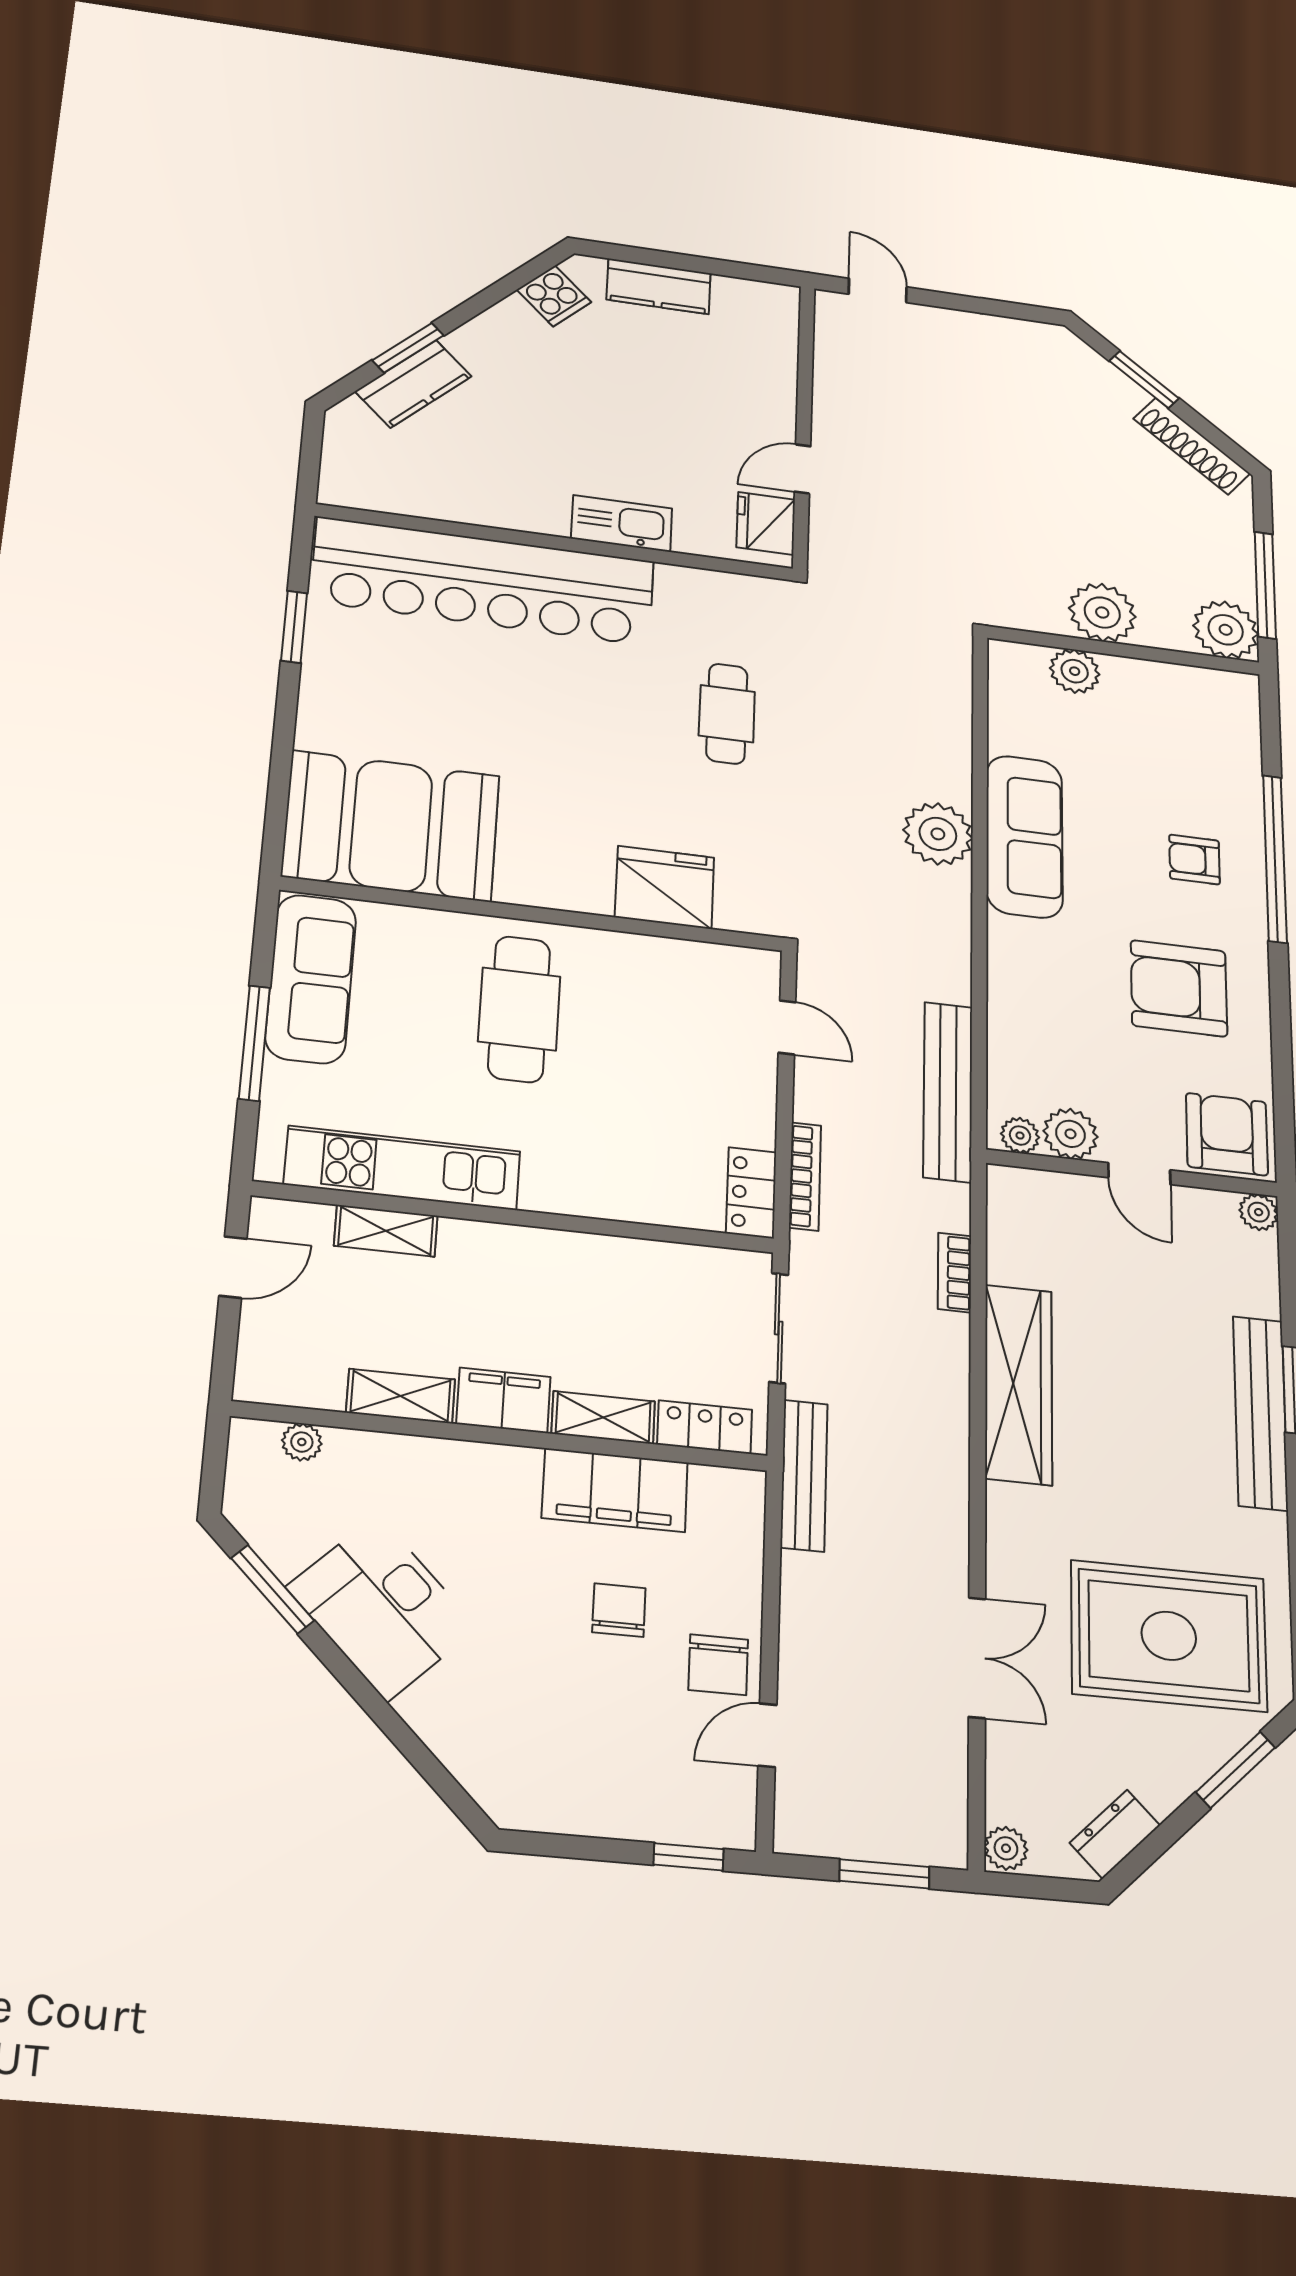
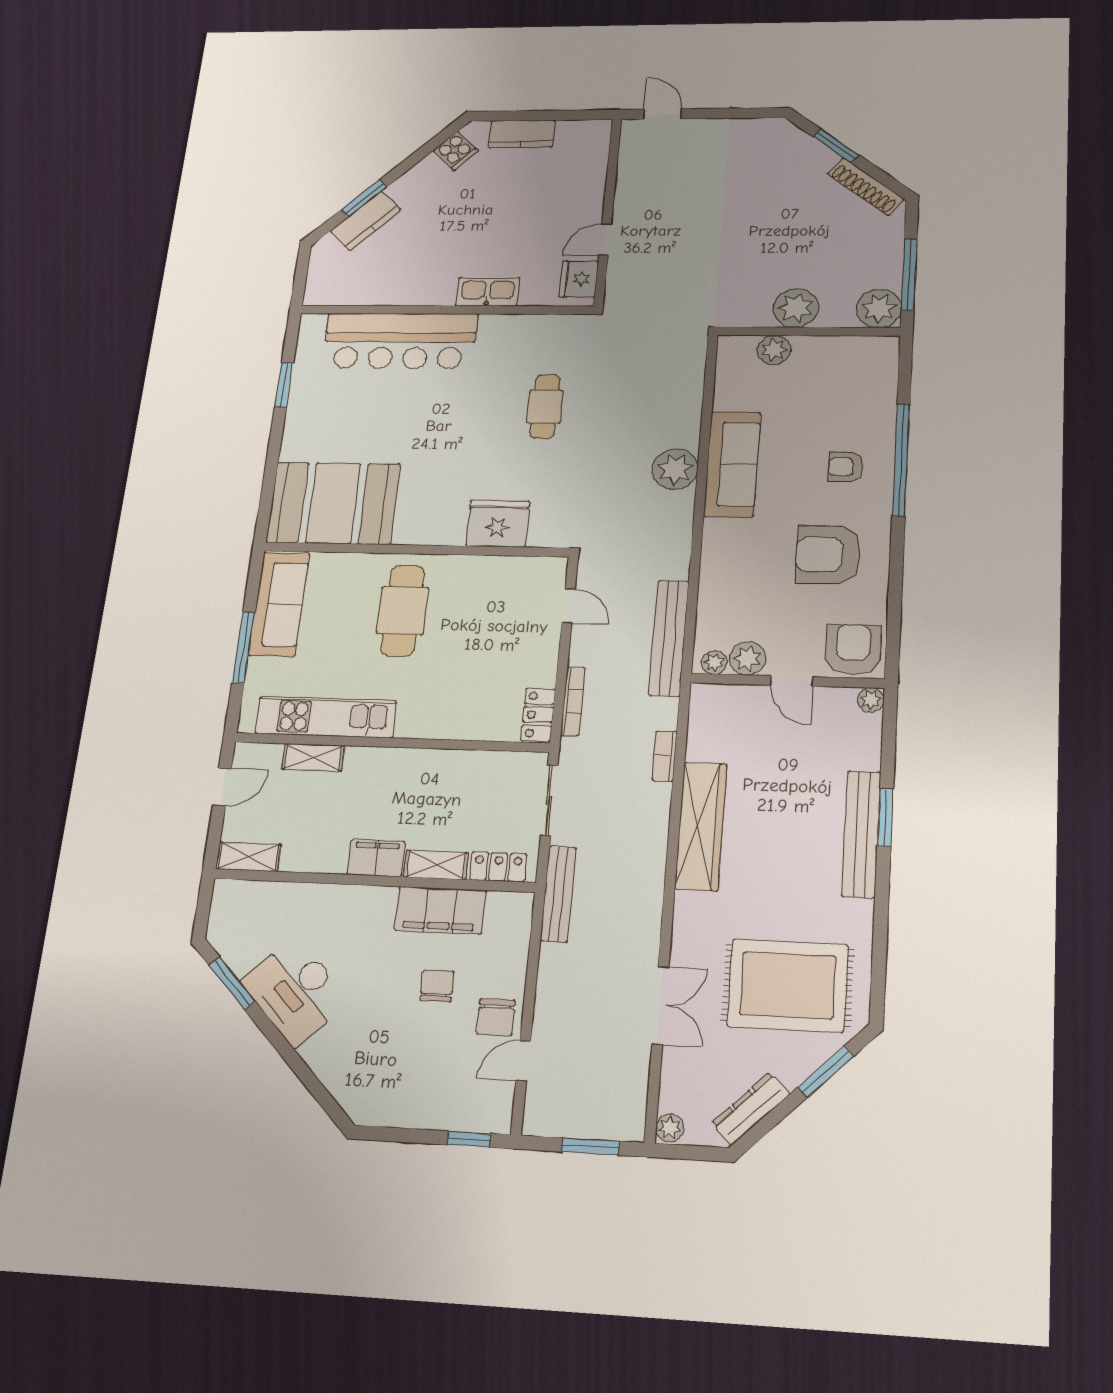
bar counter: (483, 581) -> (400, 341), width x0.73
shelving: (401, 1396) -> (248, 857), moved
plant: (302, 1442) -> (255, 892), removed
dresser: (1115, 1834) -> (751, 1109), width x1.44

